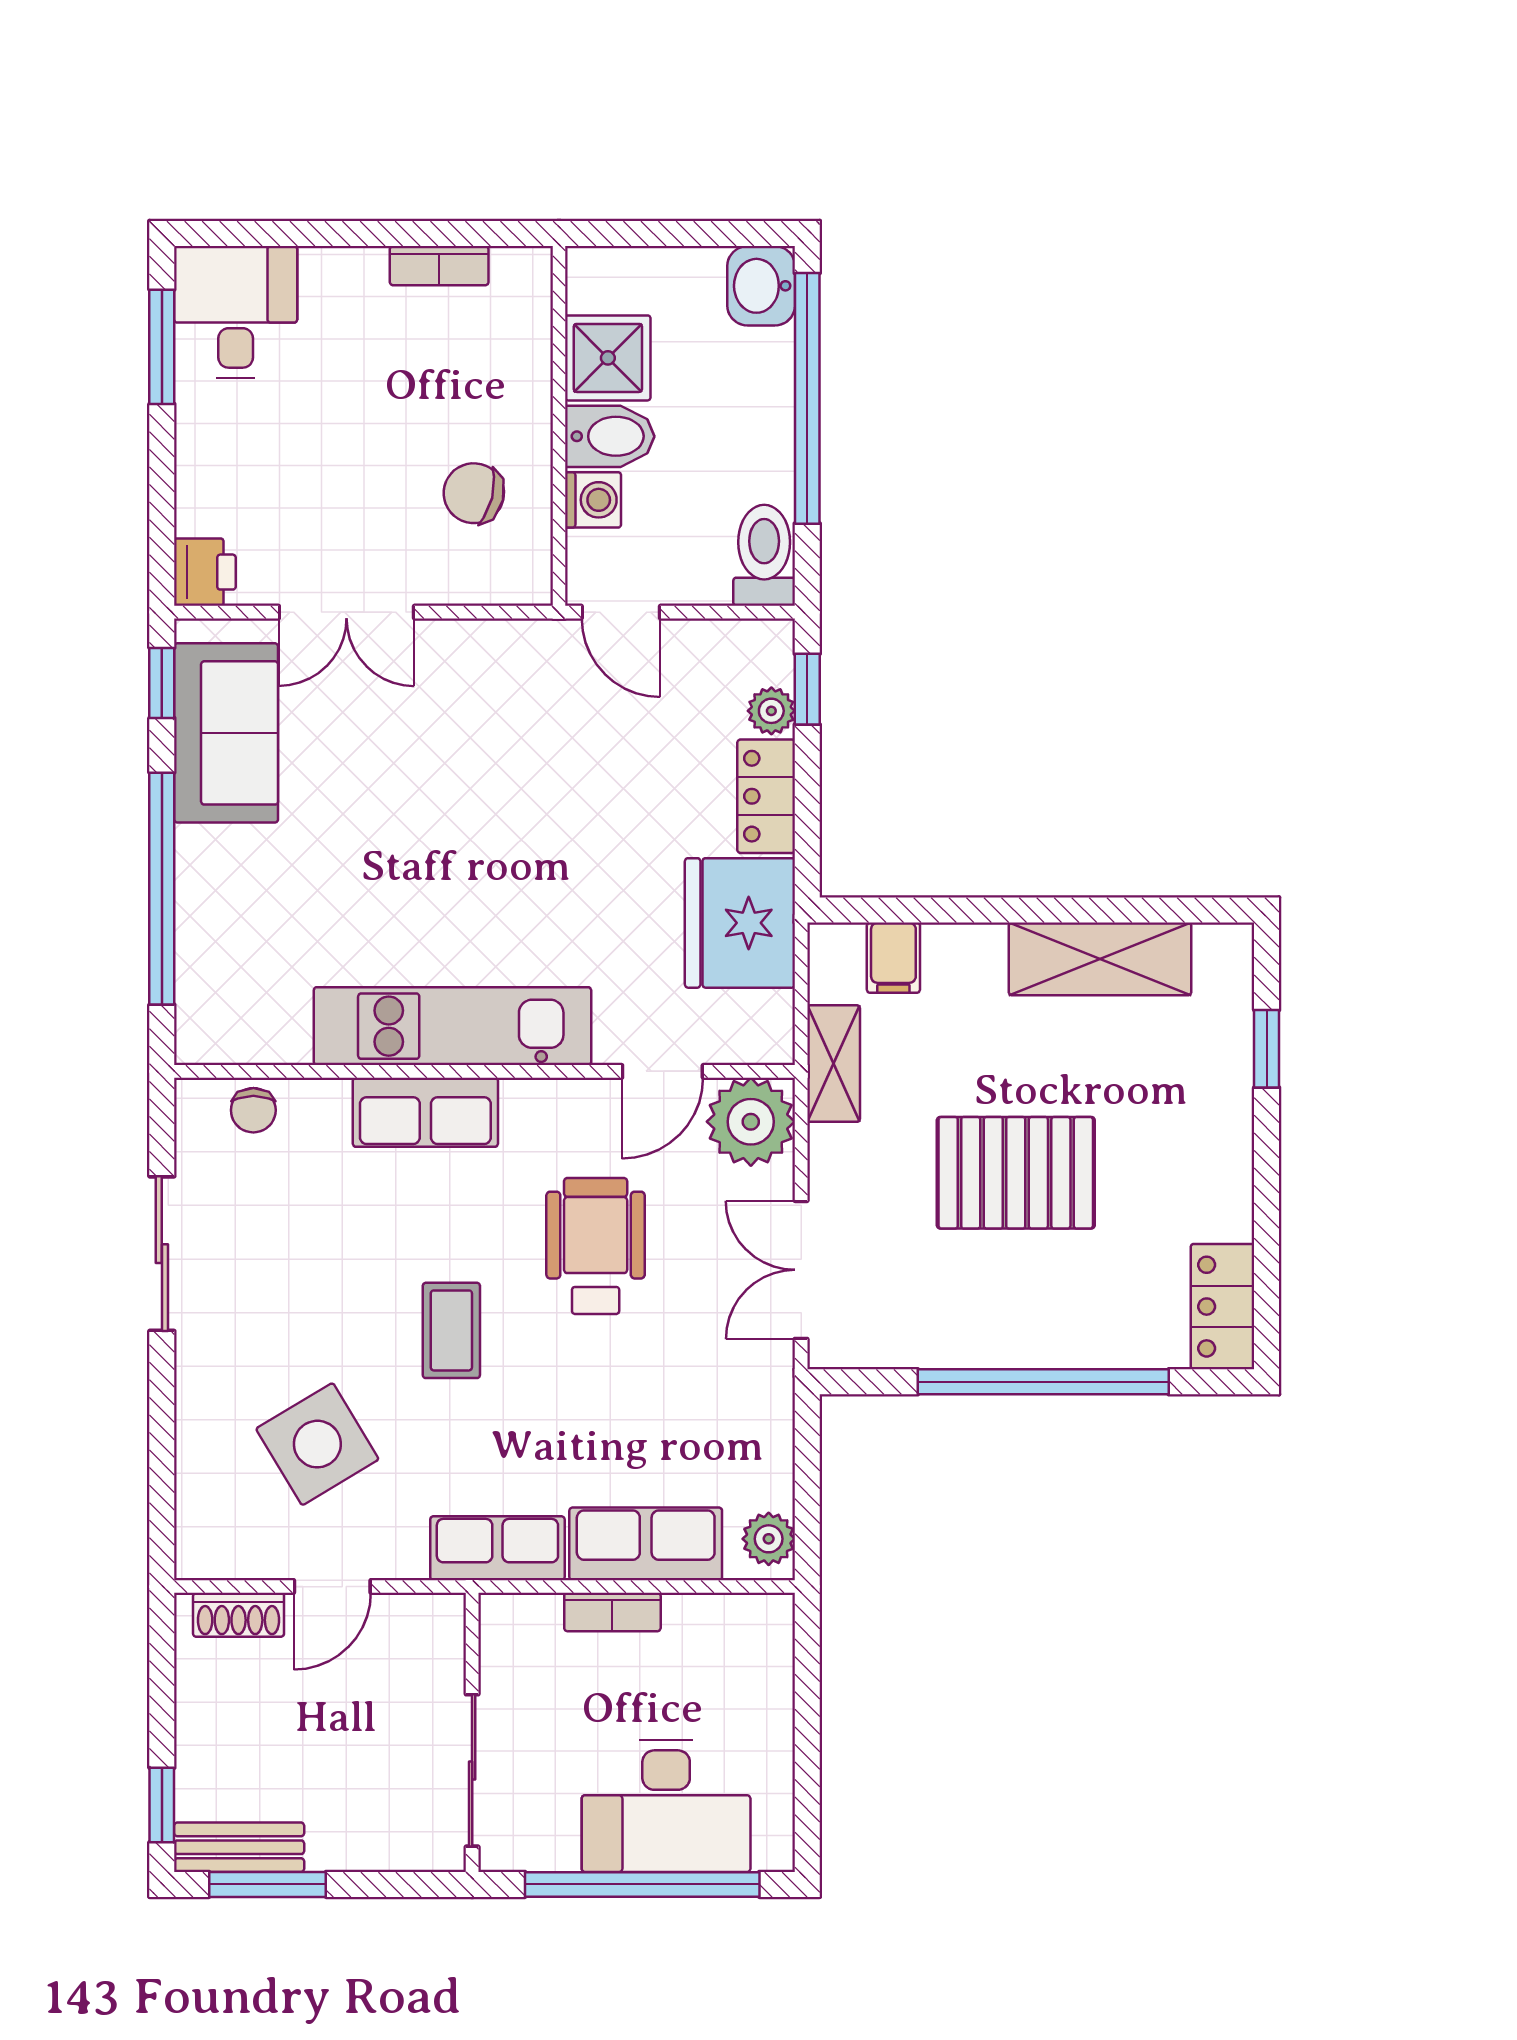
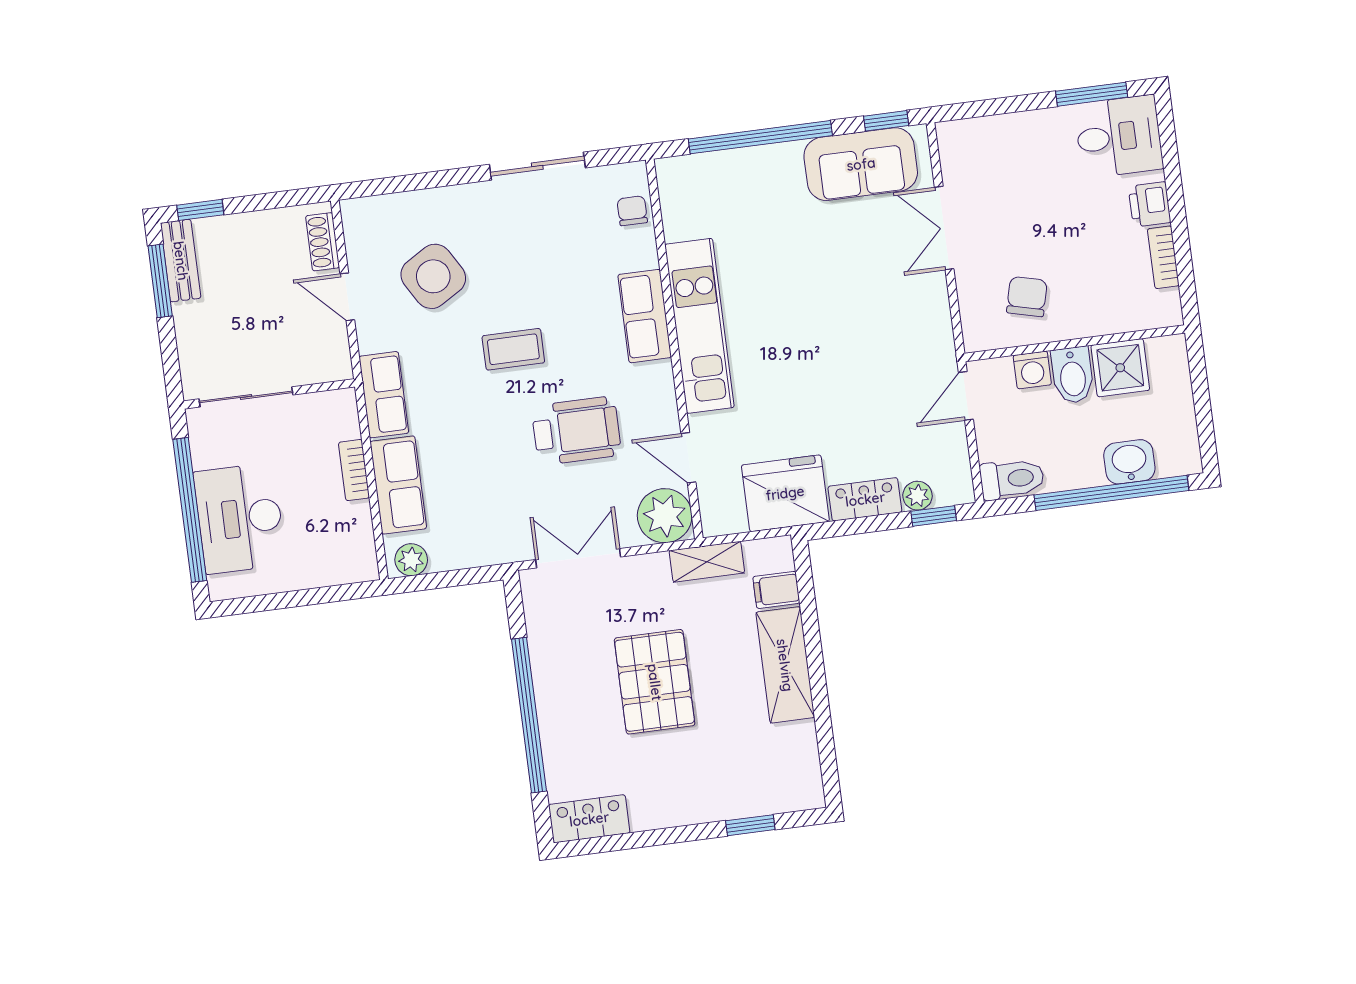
washbasin: (761, 286) -> (1129, 462), moved
printer: (205, 572) -> (1150, 204), moved, turned 90
shelving: (1100, 959) -> (785, 665), moved
chair: (253, 1110) -> (632, 211), turned 90

